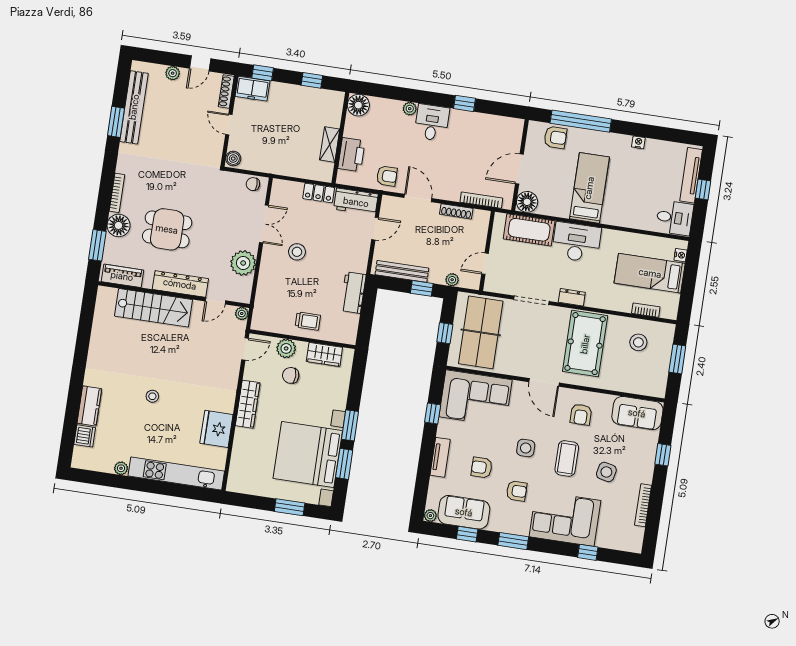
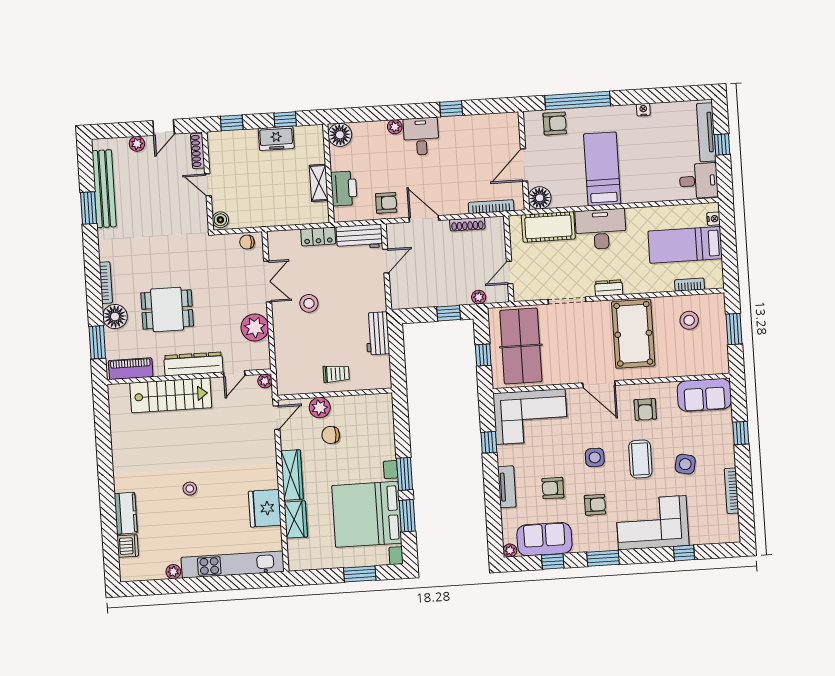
freezer: (252, 89) -> (276, 138), moved
bench: (402, 271) -> (424, 300), removed
wardrobe: (324, 354) -> (296, 519), moved, turned -90

